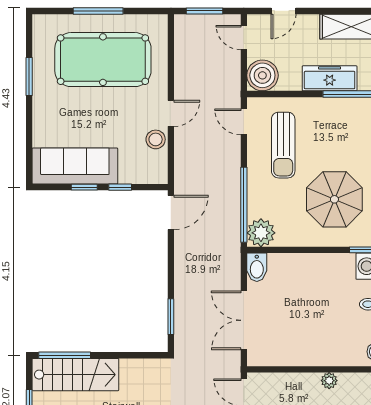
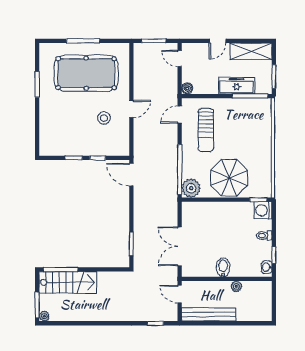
door: (283, 11) -> (218, 41), moved
boiler: (262, 75) -> (187, 88), width x0.54, depth x0.54
door: (244, 122) -> (180, 115), hinge flipped
stool: (156, 139) -> (104, 118), moved
sofa: (75, 166) -> (68, 144), removed
parasol: (334, 199) -> (229, 178), moved
door: (171, 212) -> (131, 175), swing flipped
bidet: (257, 267) -> (223, 267), moved, turned 180

